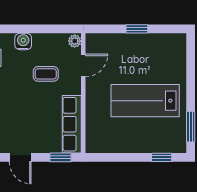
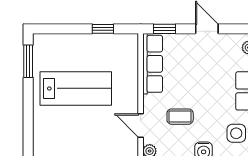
door: (83, 65) -> (141, 126), hinge flipped
window: (162, 157) -> (103, 29), moved

